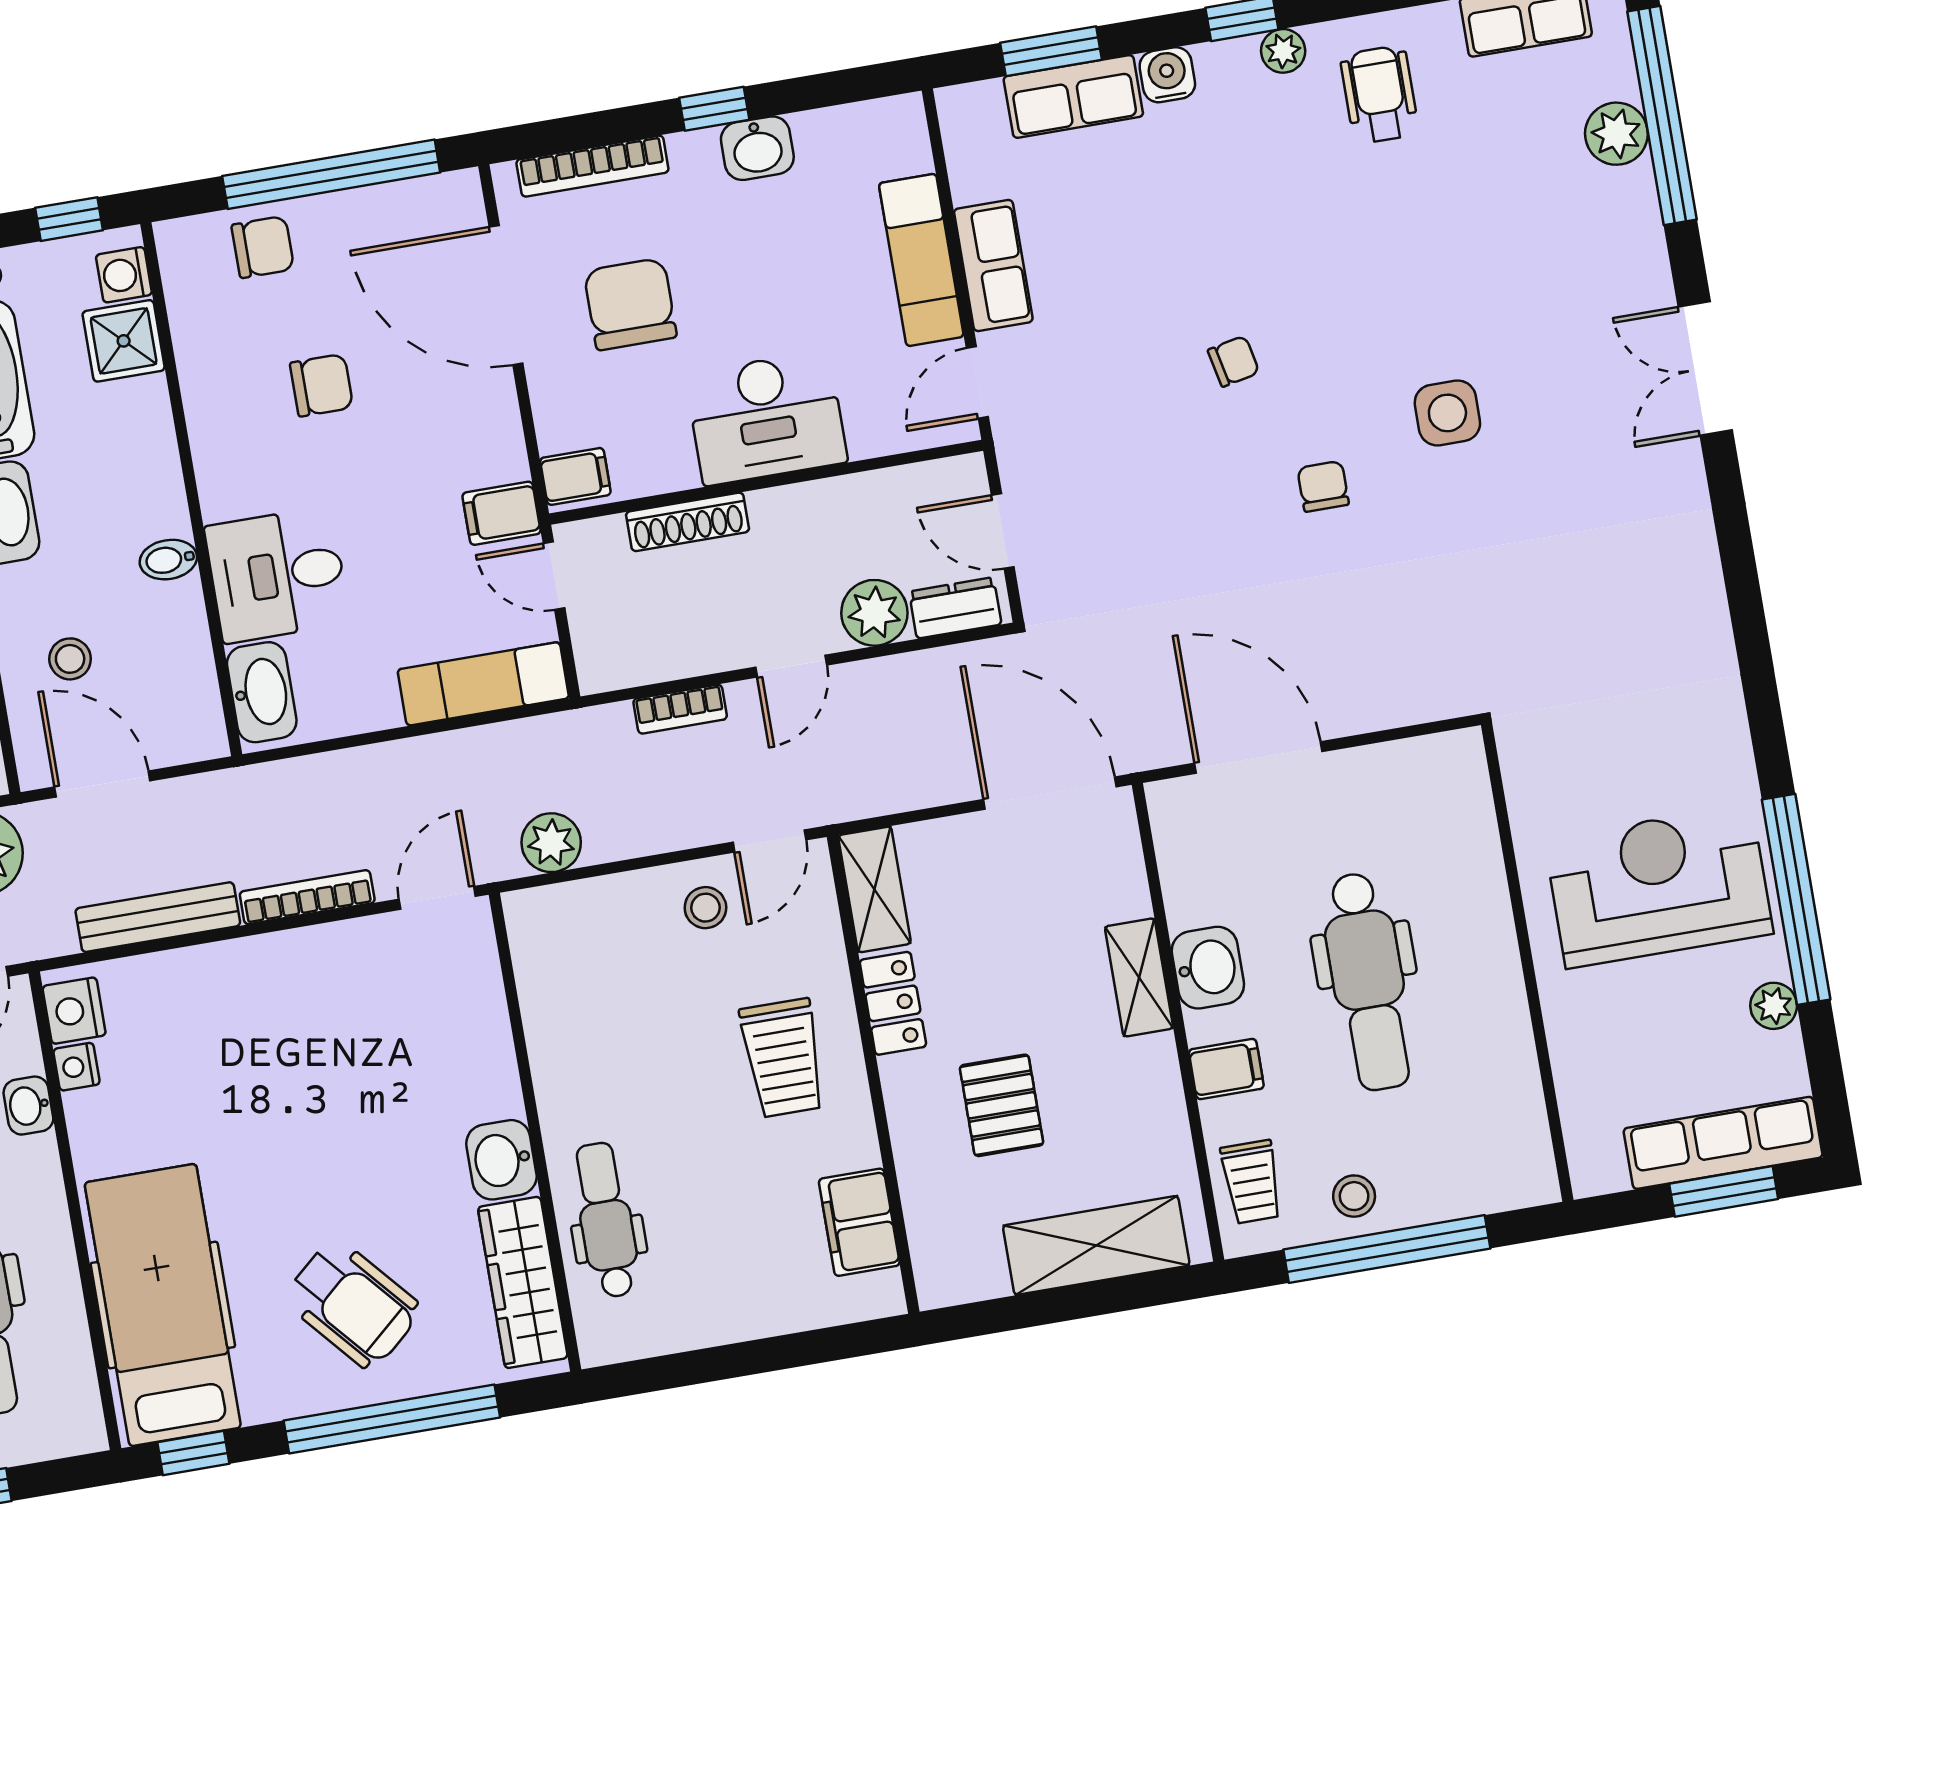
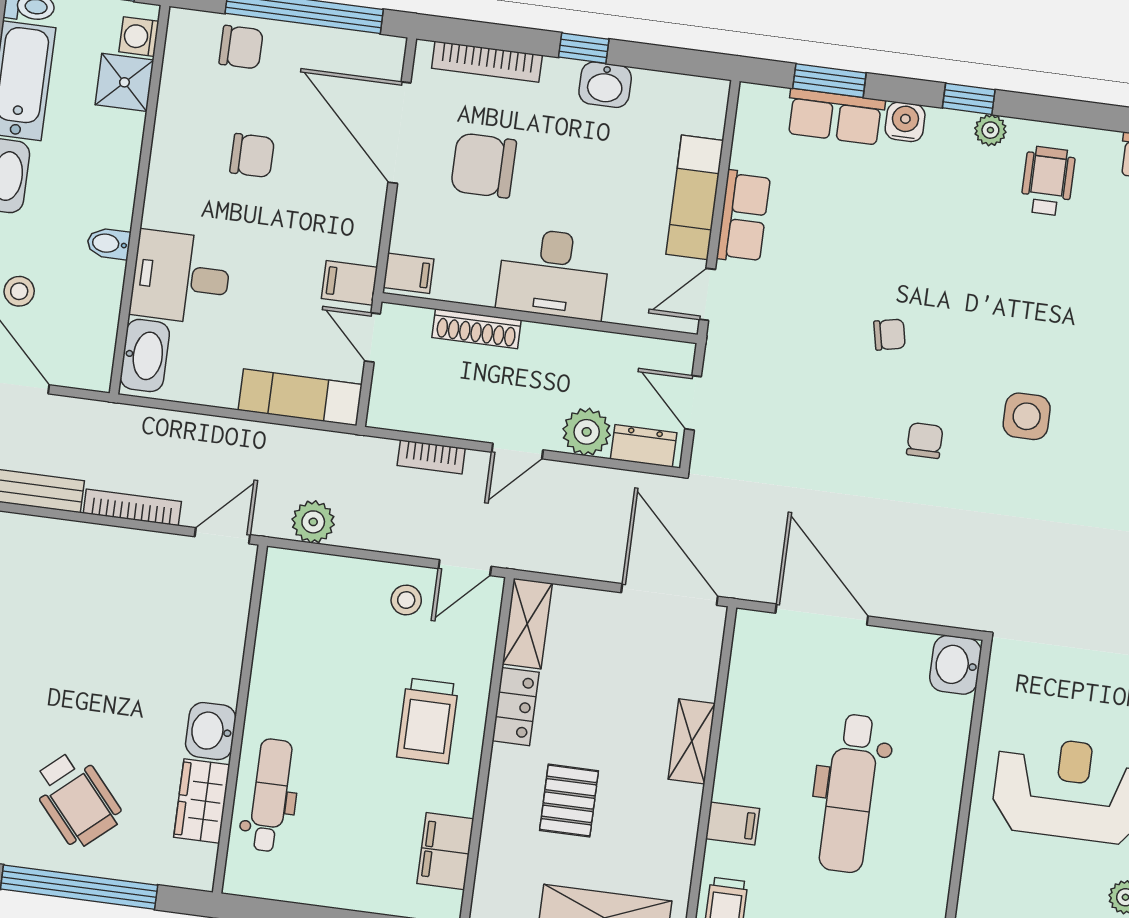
chair: (630, 304) -> (484, 165), turned -90
washbasin: (1208, 968) -> (955, 665), moved, turned 180
wardrobe: (523, 1282) -> (202, 801), width x0.67

